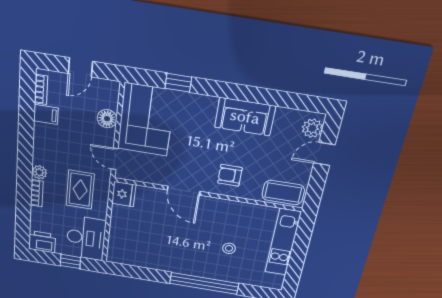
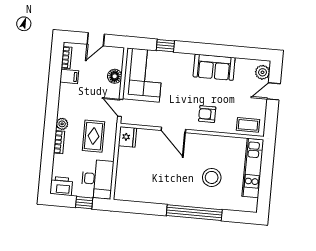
coffee table: (283, 193) -> (248, 125), width x0.73, depth x0.77
stool: (229, 248) -> (212, 177), width x1.89, depth x1.89

